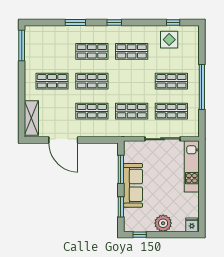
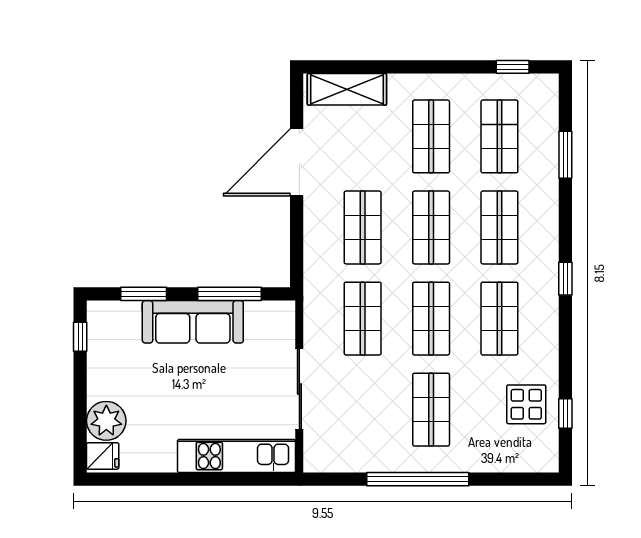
window: (75, 22) -> (565, 155), moved
window: (22, 46) -> (513, 67), width x0.46
shop shelf: (52, 51) -> (499, 136), added
shop shelf: (171, 111) -> (431, 319), moved
plant: (163, 223) -> (106, 421), moved

